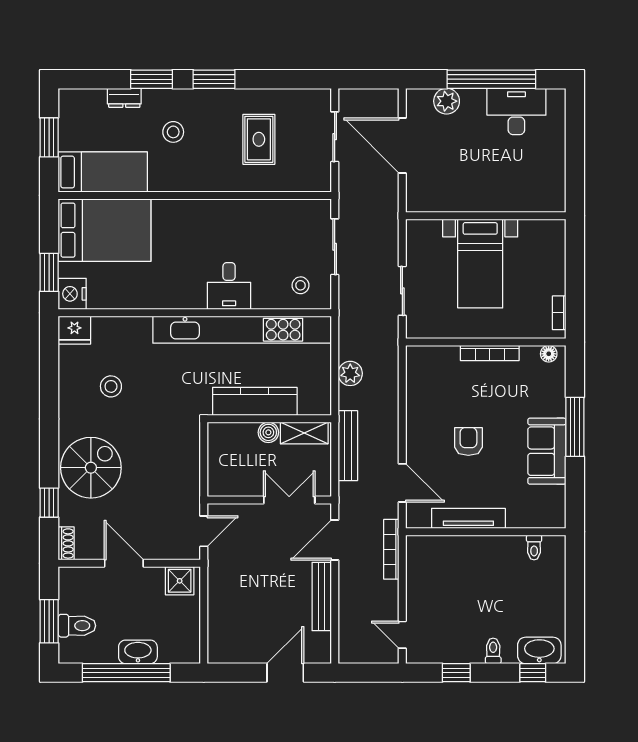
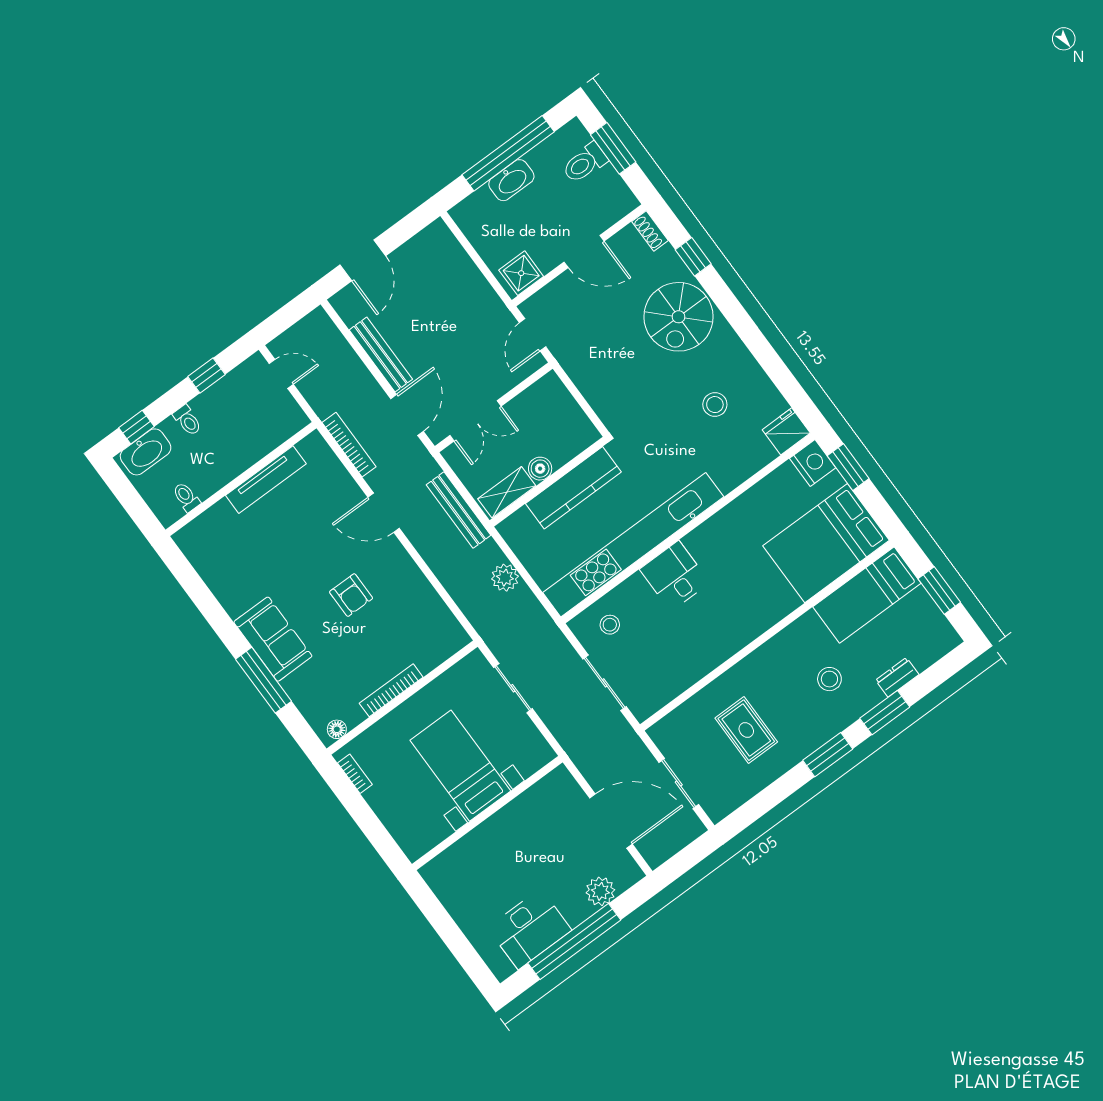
tv unit: (468, 518) -> (266, 480), moved
wall: (486, 532) -> (241, 479), moved
toilet: (534, 547) -> (186, 497), moved

